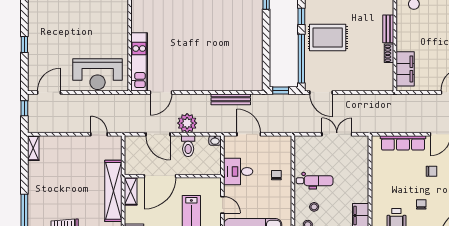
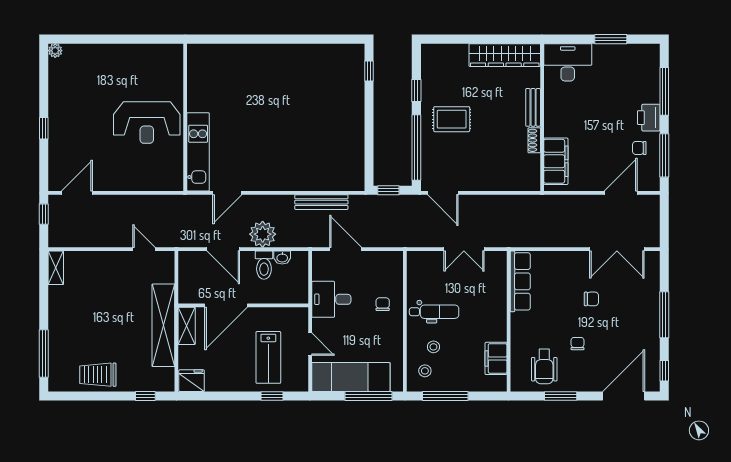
rug: (328, 38) -> (452, 119), width x0.73, depth x0.70
reception desk: (98, 74) -> (147, 123), moved
double door: (337, 134) -> (464, 249), swing flipped
washbasin: (215, 140) -> (282, 258), moved
row of seats: (403, 143) -> (520, 281), moved, turned -90

